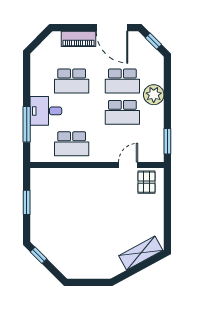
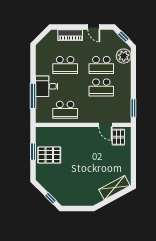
door: (112, 28) -> (94, 27), width x0.53
plant: (154, 95) -> (124, 56), moved
door: (128, 165) -> (105, 125), swing flipped
pallet: (49, 207) -> (49, 155), added
window: (39, 255) -> (50, 198), moved

